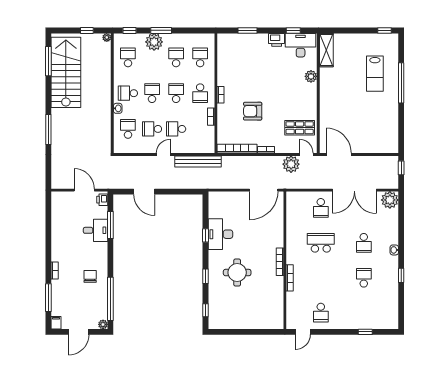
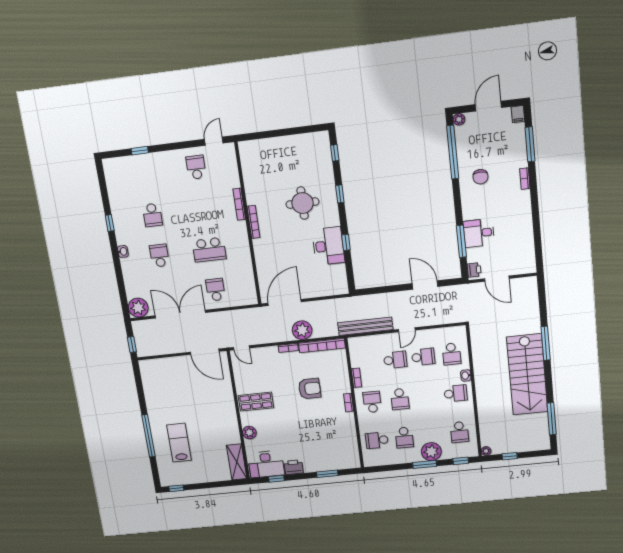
school desk: (200, 57) -> (377, 440), turned 90
stairs: (66, 72) -> (527, 375), moved
school desk: (152, 93) -> (428, 396), removed
shop shelf: (300, 128) -> (256, 402), moved
plant: (291, 164) -> (302, 330), moved

